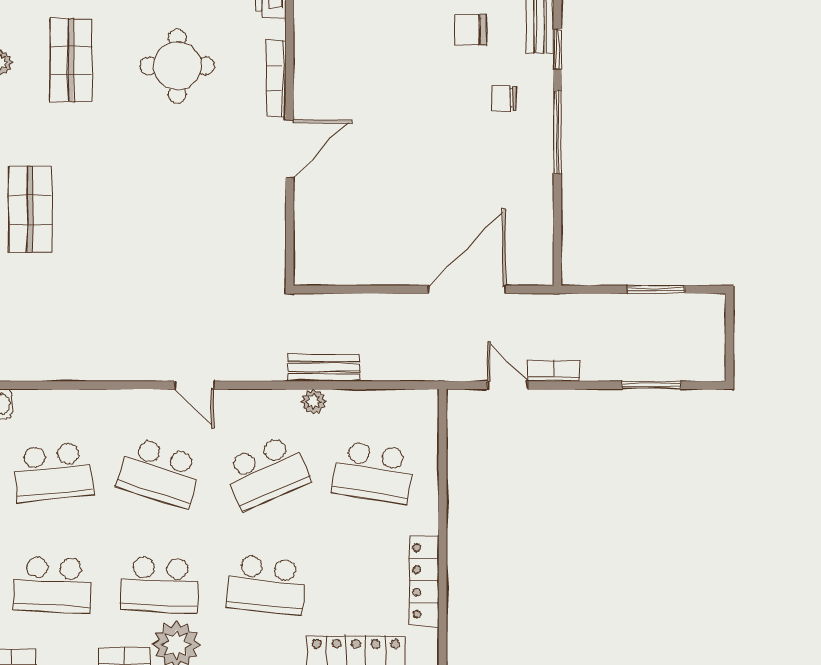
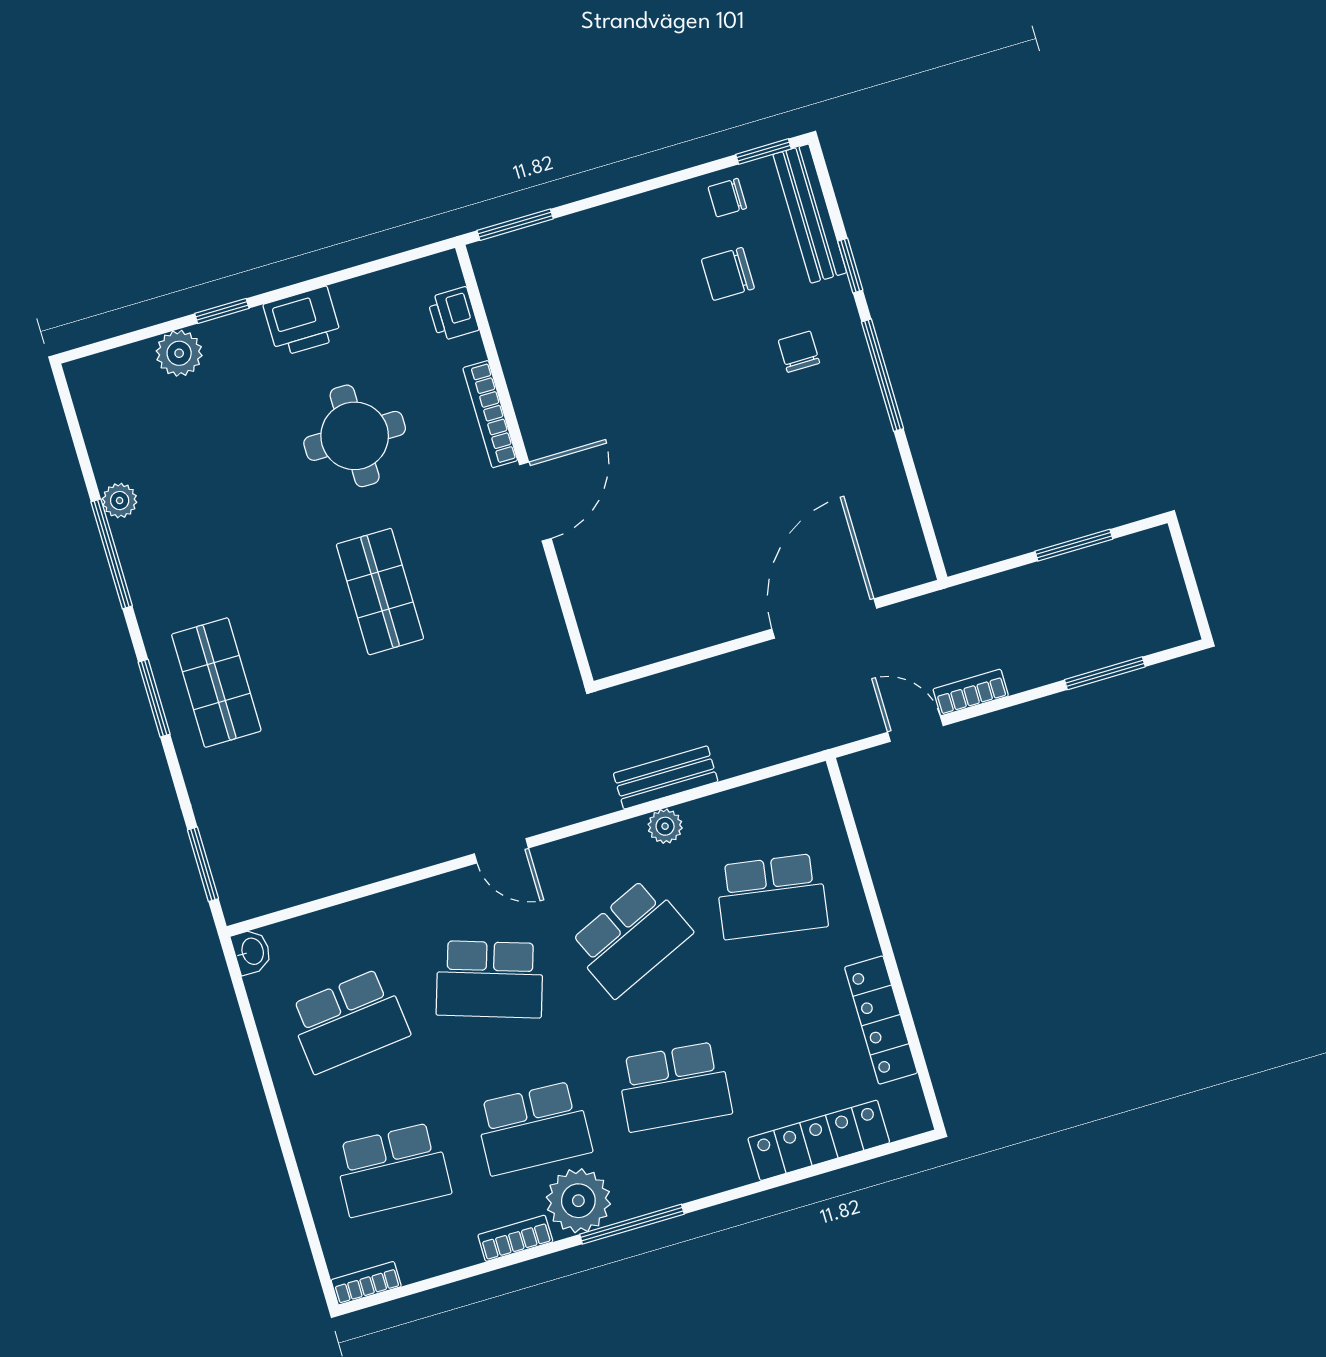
shop shelf: (71, 60) -> (380, 592), moved
chair: (504, 98) -> (799, 352), turned 90

